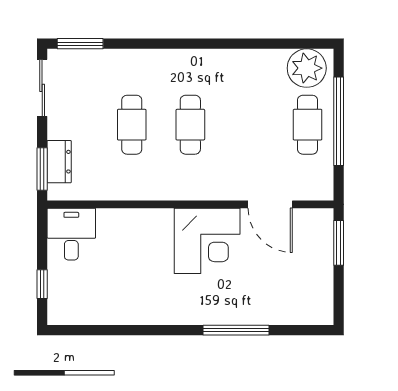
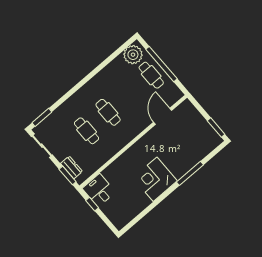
door: (270, 204) -> (163, 116), swing flipped
corner desk: (207, 241) -> (155, 179), moved, turned 180
window: (339, 243) -> (216, 127), moved
window: (42, 284) -> (92, 204), moved

